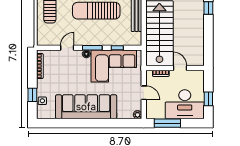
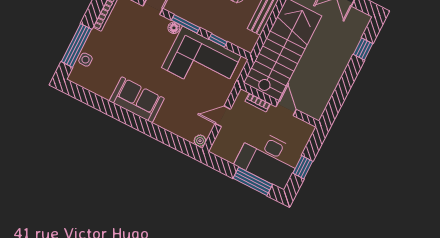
door: (144, 93) -> (223, 116), swing flipped
window: (32, 95) -> (77, 45), width x2.17
sofa: (86, 107) -> (137, 100), width x0.54, depth x0.79
window: (167, 123) -> (253, 181), moved

